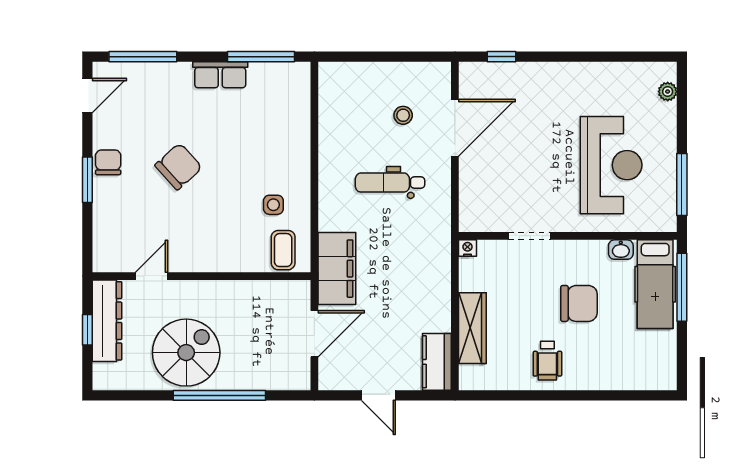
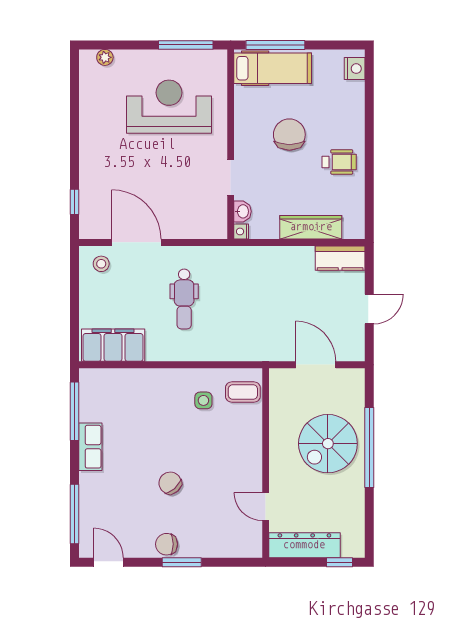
stool: (403, 115) -> (101, 264), moved
chair: (179, 166) -> (170, 483), width x0.73, depth x0.73
washbasin: (621, 250) -> (242, 211), moved
filing cabinet: (337, 269) -> (113, 345), moved
window: (87, 330) -> (340, 562), moved
spiral stairs: (186, 353) -> (328, 444), moved, turned -90
nightstand: (655, 378) -> (355, 69), added

